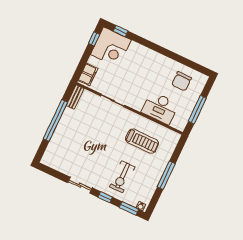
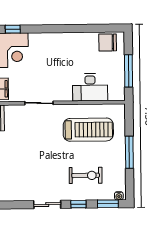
chair: (182, 81) -> (108, 42), moved, turned 90
treadmill: (142, 141) -> (88, 130), width x1.37, depth x1.38
exercise bike: (122, 177) -> (86, 175), turned -90

